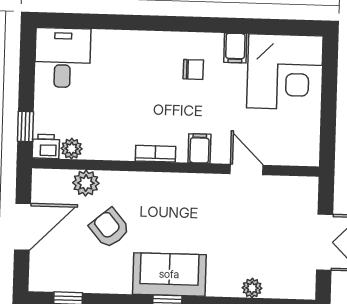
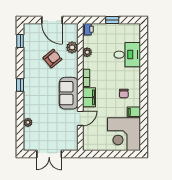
desk: (63, 58) -> (127, 55), moved
window: (25, 127) -> (112, 20), moved
filing cabinet: (199, 148) -> (89, 97), width x2.00
plant: (72, 149) -> (87, 52), moved
sofa: (169, 274) -> (69, 93), moved, turned 180

